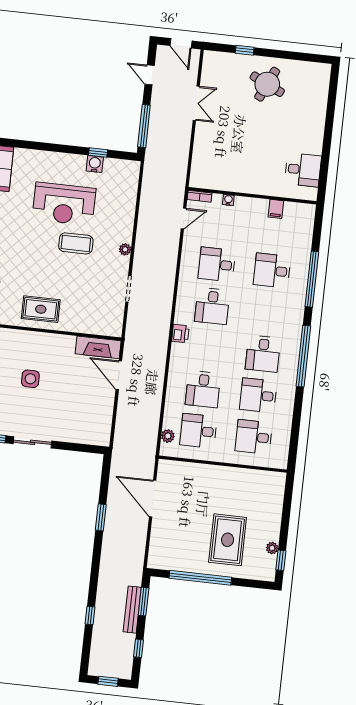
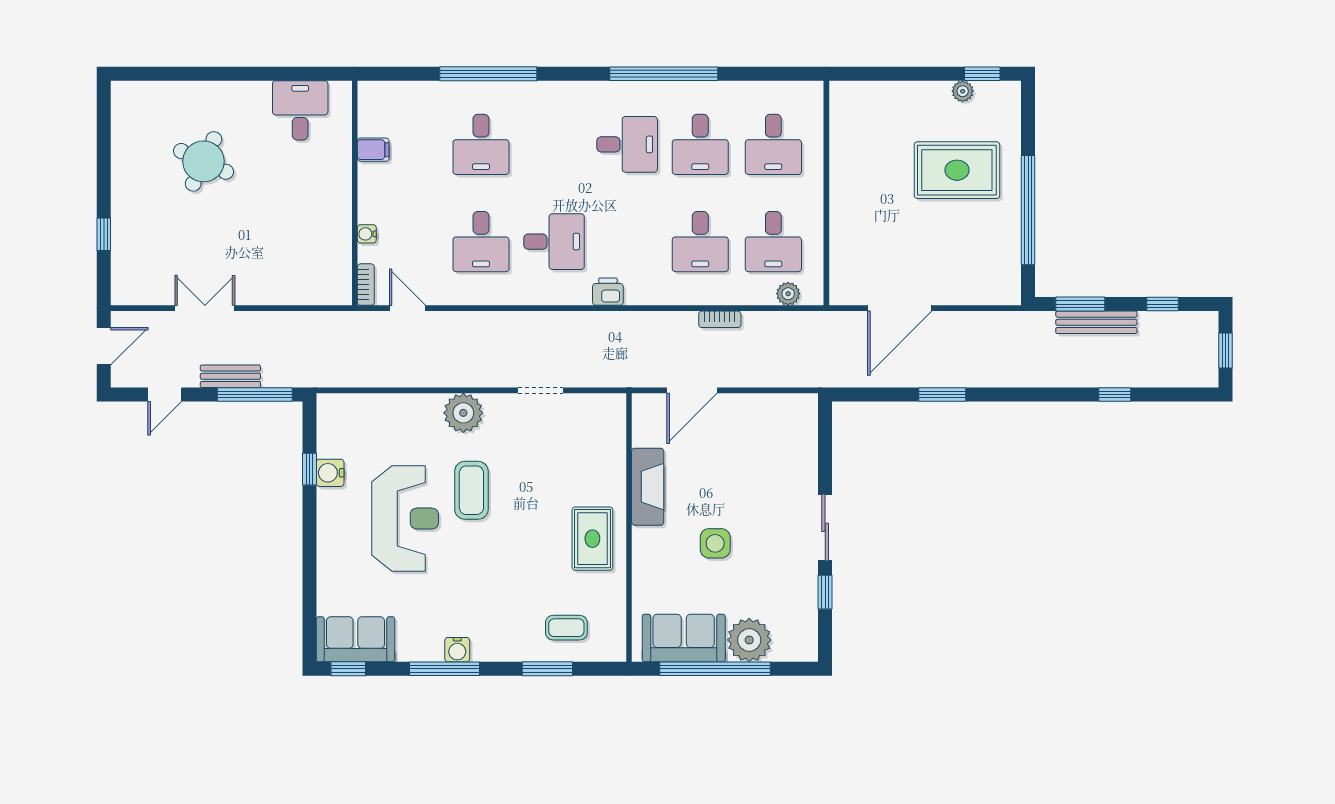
round table: (267, 84) -> (204, 161), moved
bench: (156, 113) -> (230, 376), added
plant: (125, 249) -> (463, 413), width x1.88, depth x1.88
fireplace: (98, 347) -> (648, 487), moved
window: (303, 356) -> (664, 74), moved
desk: (203, 389) -> (700, 242), turned 90
bookcase: (158, 395) -> (720, 319), added

